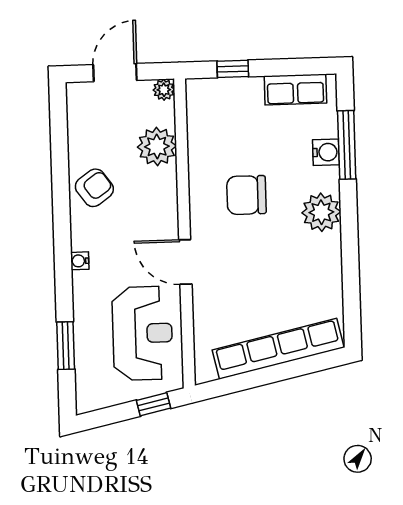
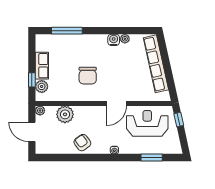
row of seats: (295, 90) -> (42, 66), moved
plant: (218, 92) -> (42, 86), added
water cooler: (326, 152) -> (114, 40), moved
plant: (321, 212) -> (125, 39), moved, width x0.53, depth x0.53

